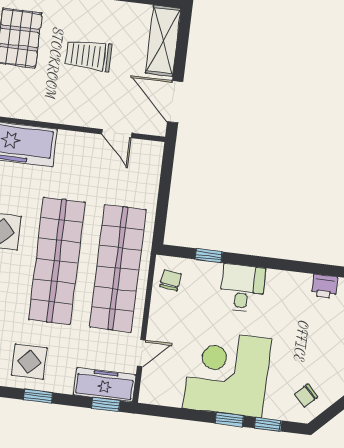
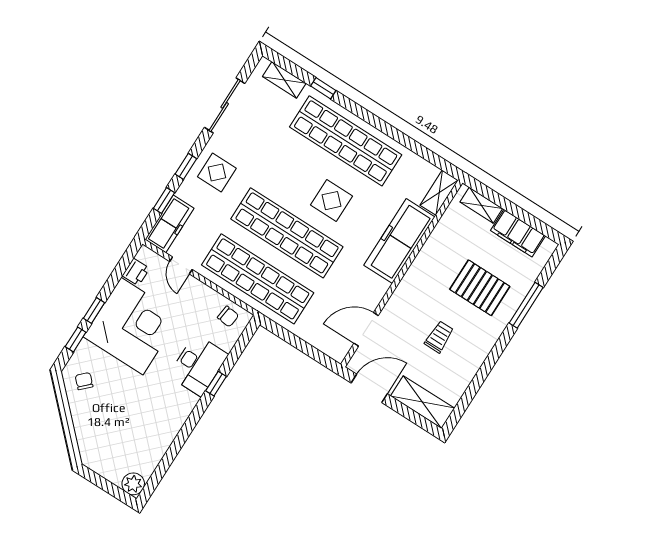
trolley: (89, 56) -> (439, 337), width x0.73, depth x0.72
door: (117, 134) -> (366, 329), width x1.38
window: (209, 255) -> (216, 384), moved
printer: (324, 286) -> (136, 272), moved, turned 180
desk: (242, 288) -> (198, 365), width x1.37
window: (106, 404) -> (164, 200), moved

